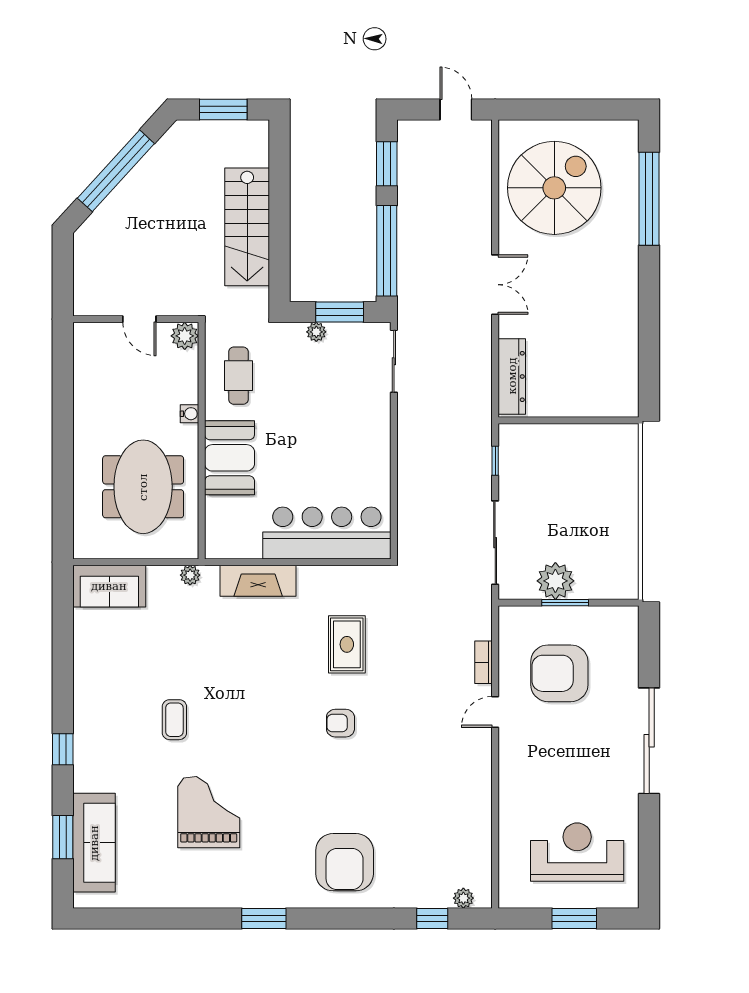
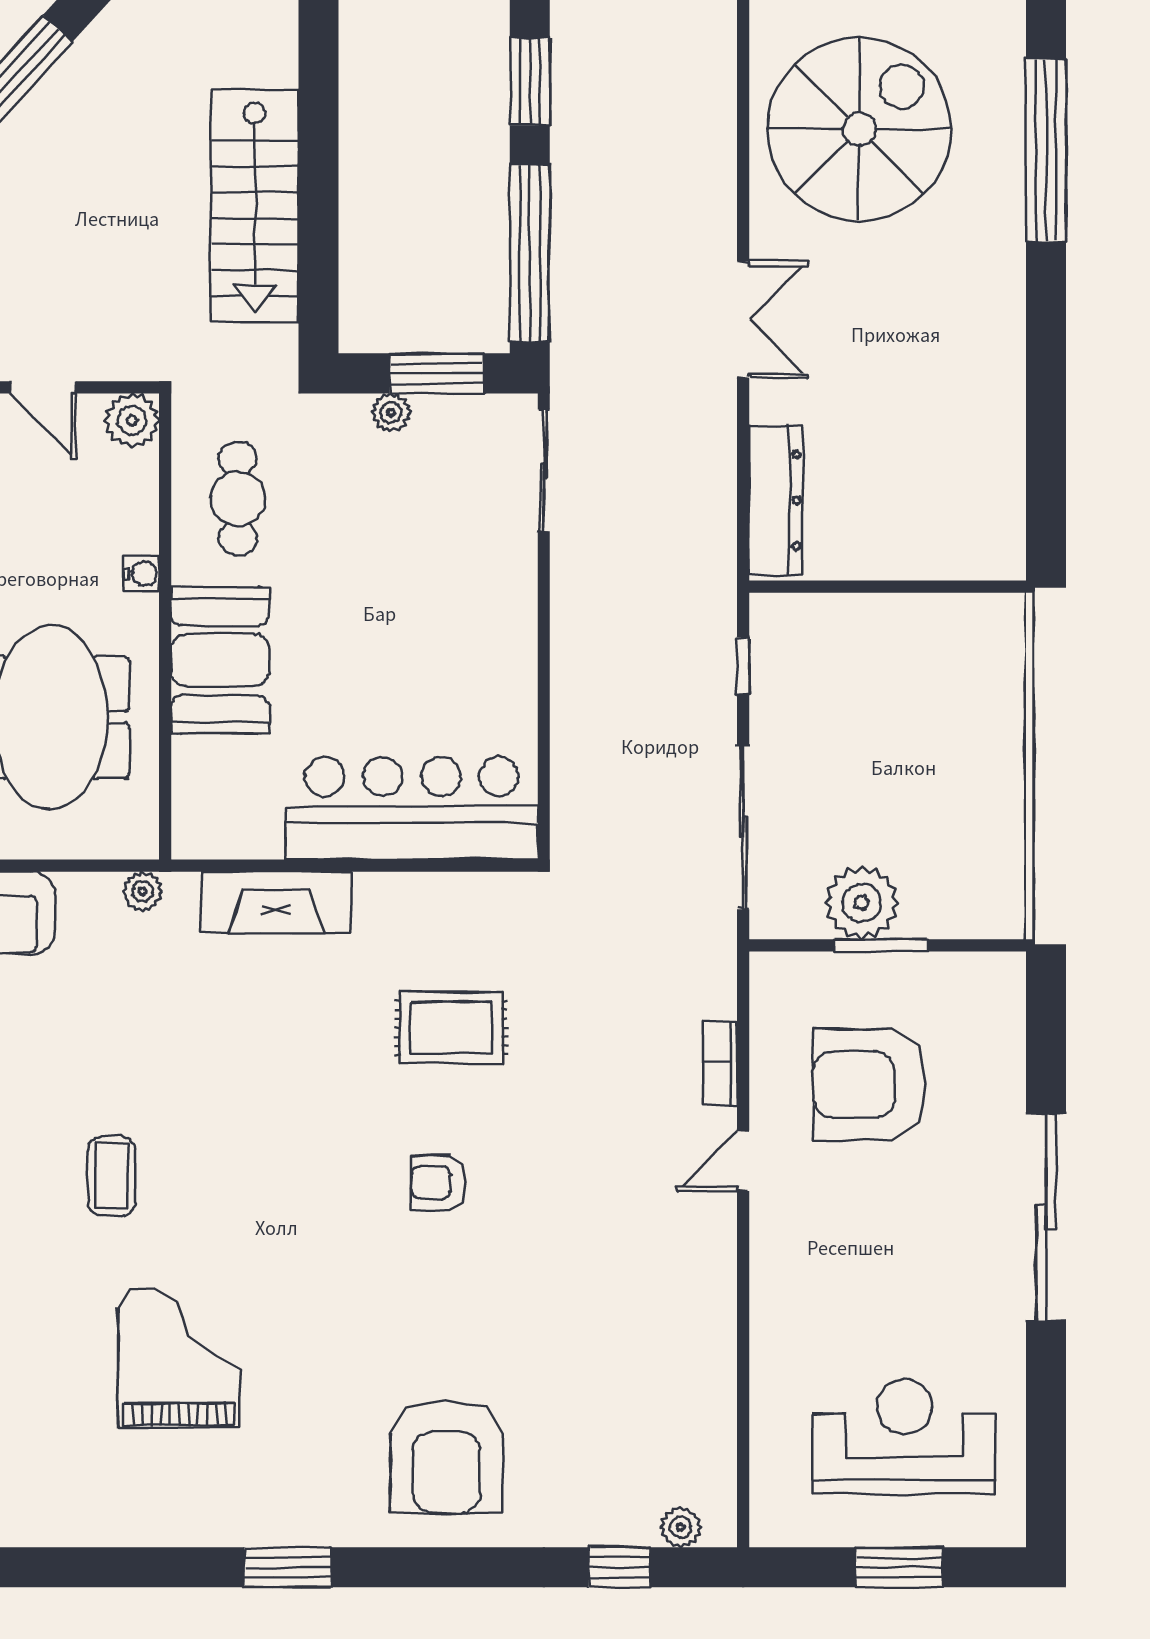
rug: (347, 644) -> (451, 1028), turned 90

